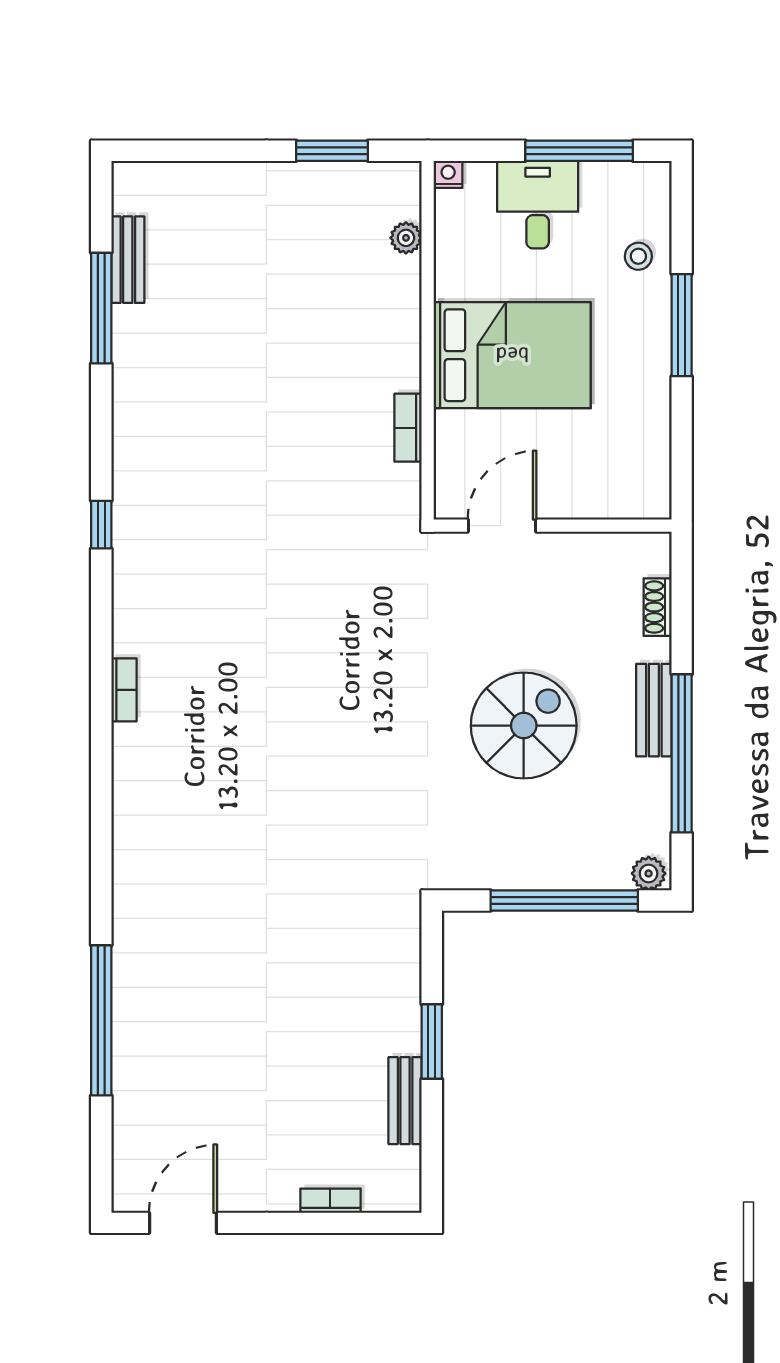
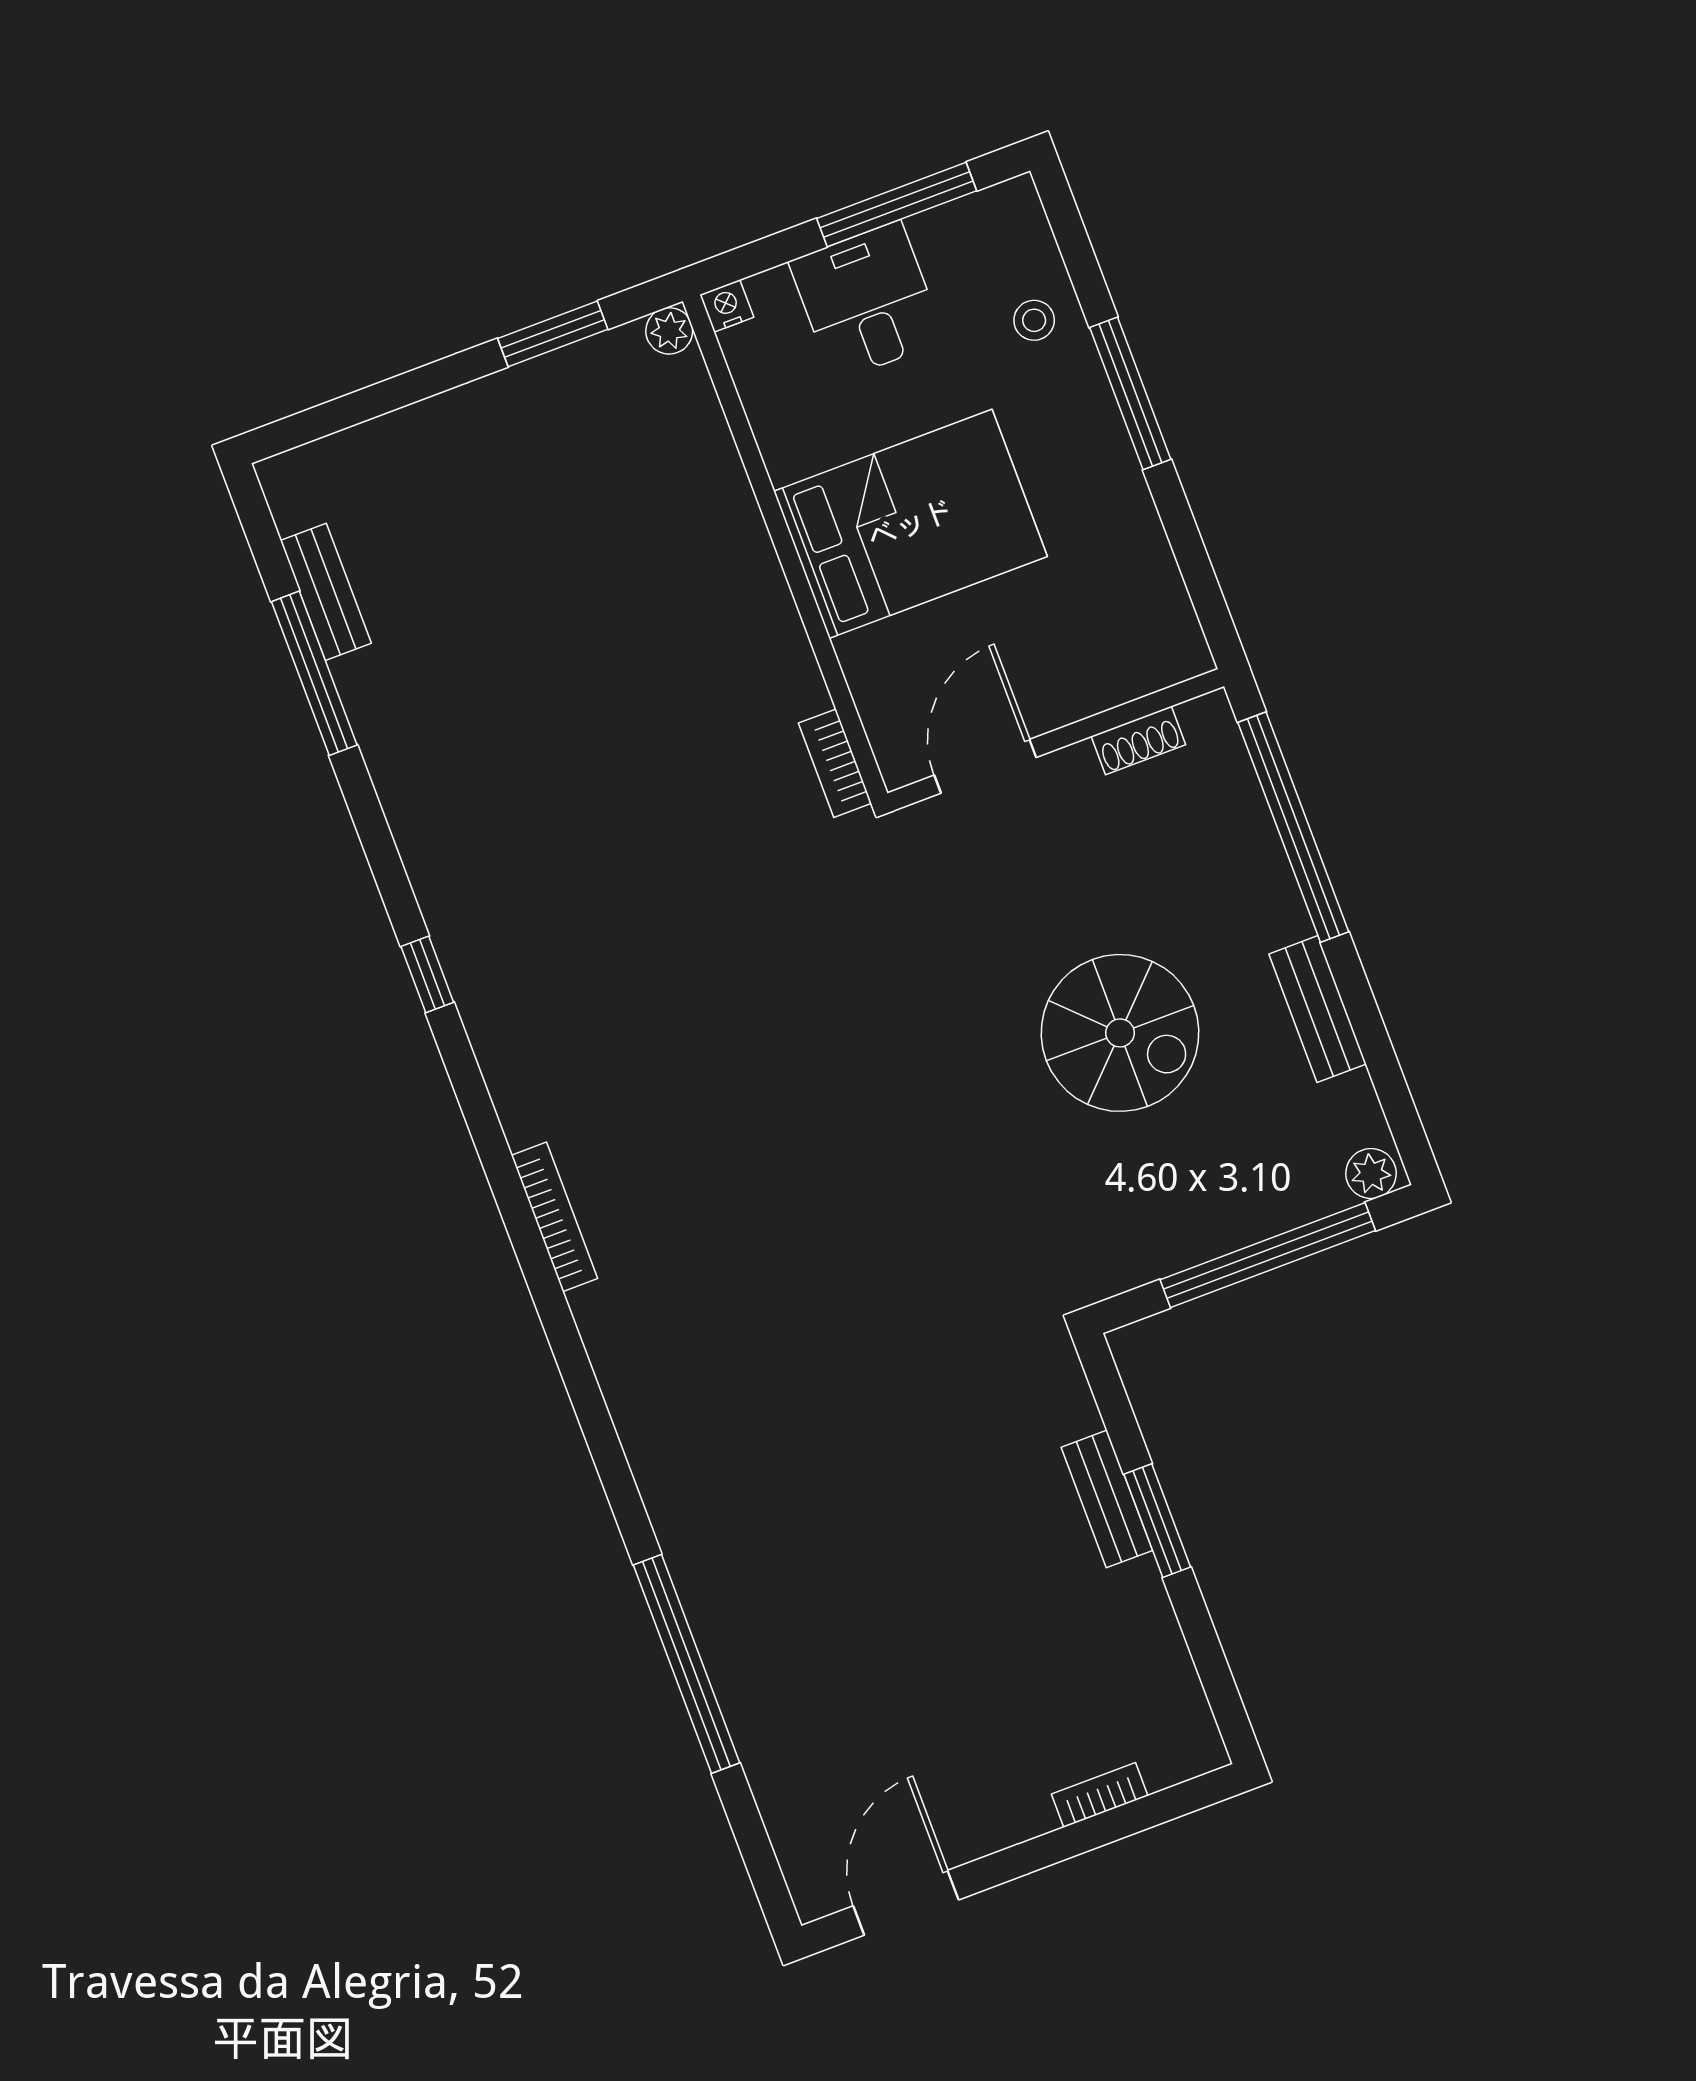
plant: (406, 238) -> (669, 331), moved
bookcase: (408, 428) -> (835, 763), moved
shoe rack: (658, 607) -> (1138, 740), moved, turned -90
bookcase: (124, 690) -> (554, 1217), width x1.56
bench: (654, 710) -> (1318, 1009), moved
spiral stairs: (524, 726) -> (1120, 1033), turned 90
window: (682, 753) -> (1293, 827), moved
bench: (405, 1101) -> (1107, 1499), moved

